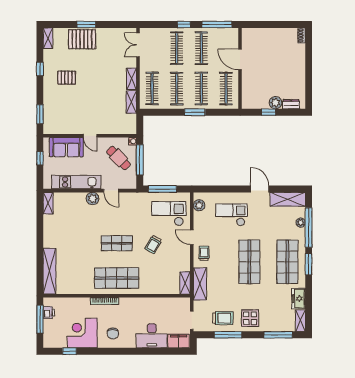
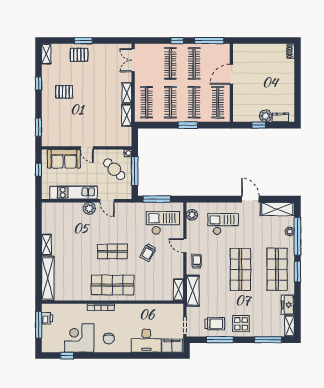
pallet: (82, 39) -> (79, 55), width x0.67, depth x0.71
door: (240, 59) -> (231, 74), hinge flipped
shelving: (48, 203) -> (46, 245), moved

